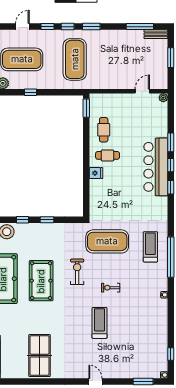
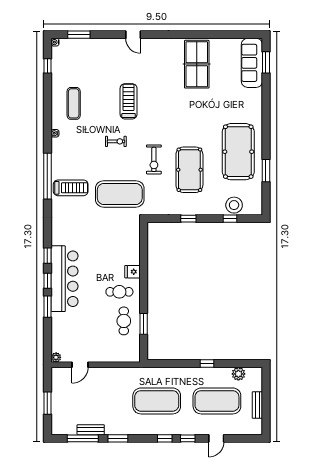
window: (91, 27) -> (118, 438), moved
bench: (156, 34) -> (91, 430), moved
exercise mat: (75, 59) -> (157, 401), turned 90
window: (86, 108) -> (144, 324), moved
window: (22, 220) -> (230, 219), moved
treadmill: (150, 247) -> (71, 188), turned -90
pool table: (41, 281) -> (189, 170), moved
exercise mat: (148, 321) -> (74, 103), added
treadmill: (99, 323) -> (129, 101), turned 180

